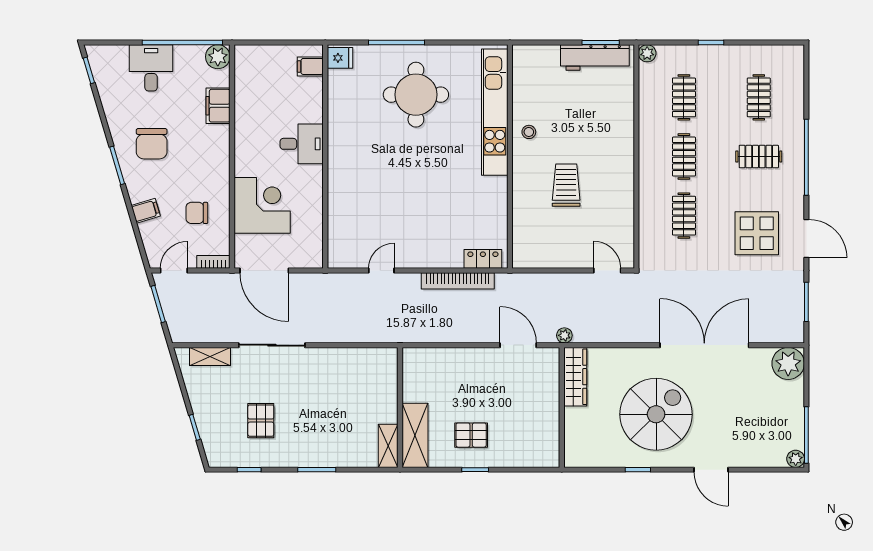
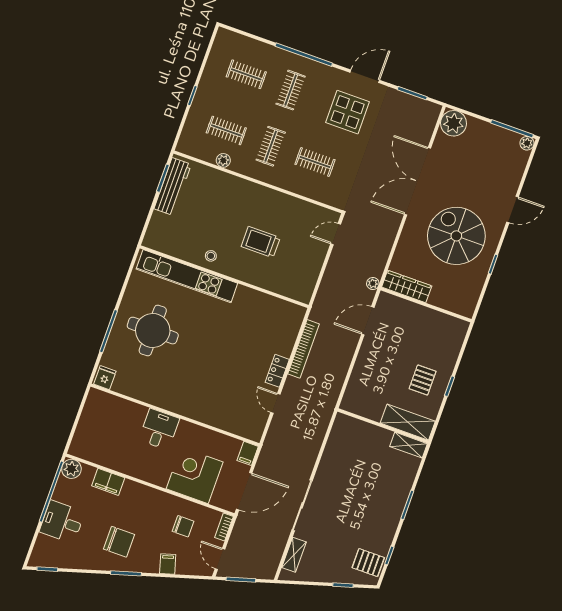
plant: (647, 53) -> (223, 160), moved
filing cabinet: (310, 66) -> (248, 453), moved
clothes rail: (684, 157) -> (271, 146), turned 90
chair: (197, 213) -> (183, 526), turned -90
locker: (483, 259) -> (277, 371), moved
pallet: (261, 421) -> (368, 563), moved

